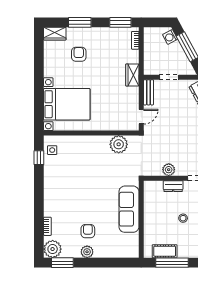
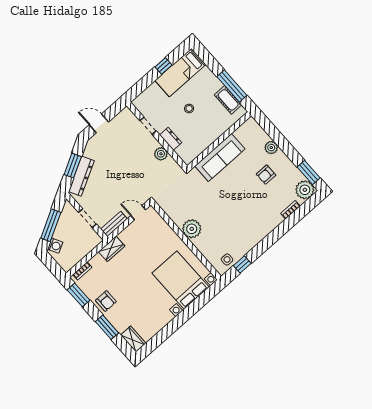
armchair: (79, 54) -> (106, 301), moved, turned -90
plant: (119, 144) -> (192, 229), moved
plant: (87, 252) -> (271, 148), moved

